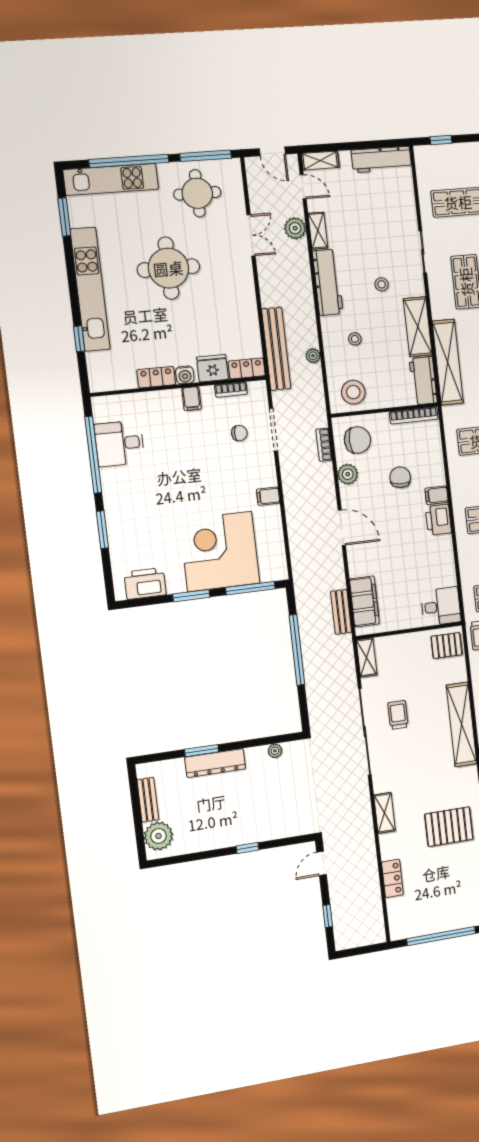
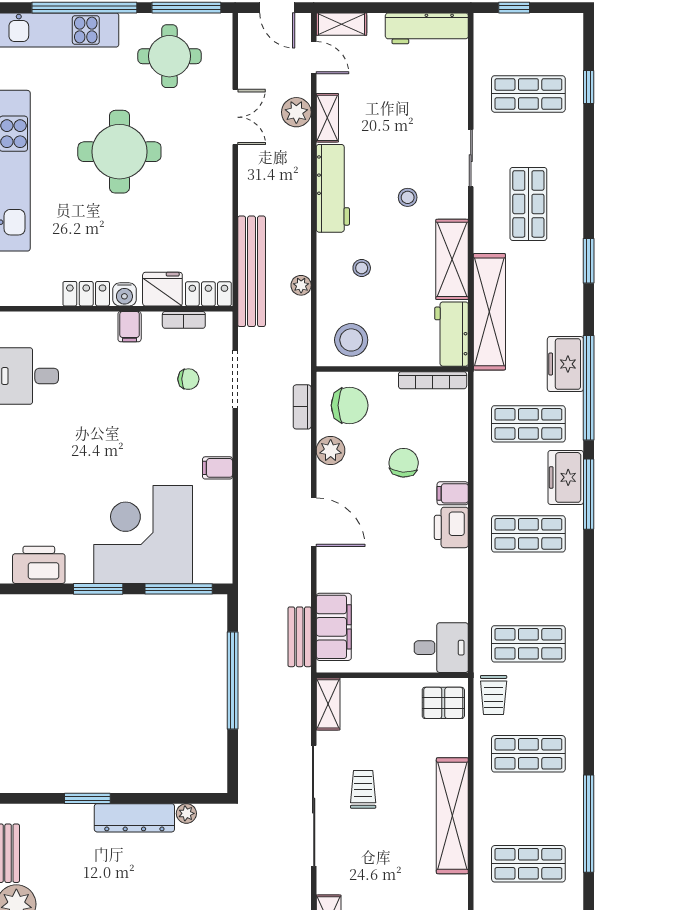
dresser: (215, 763) -> (134, 818), moved

